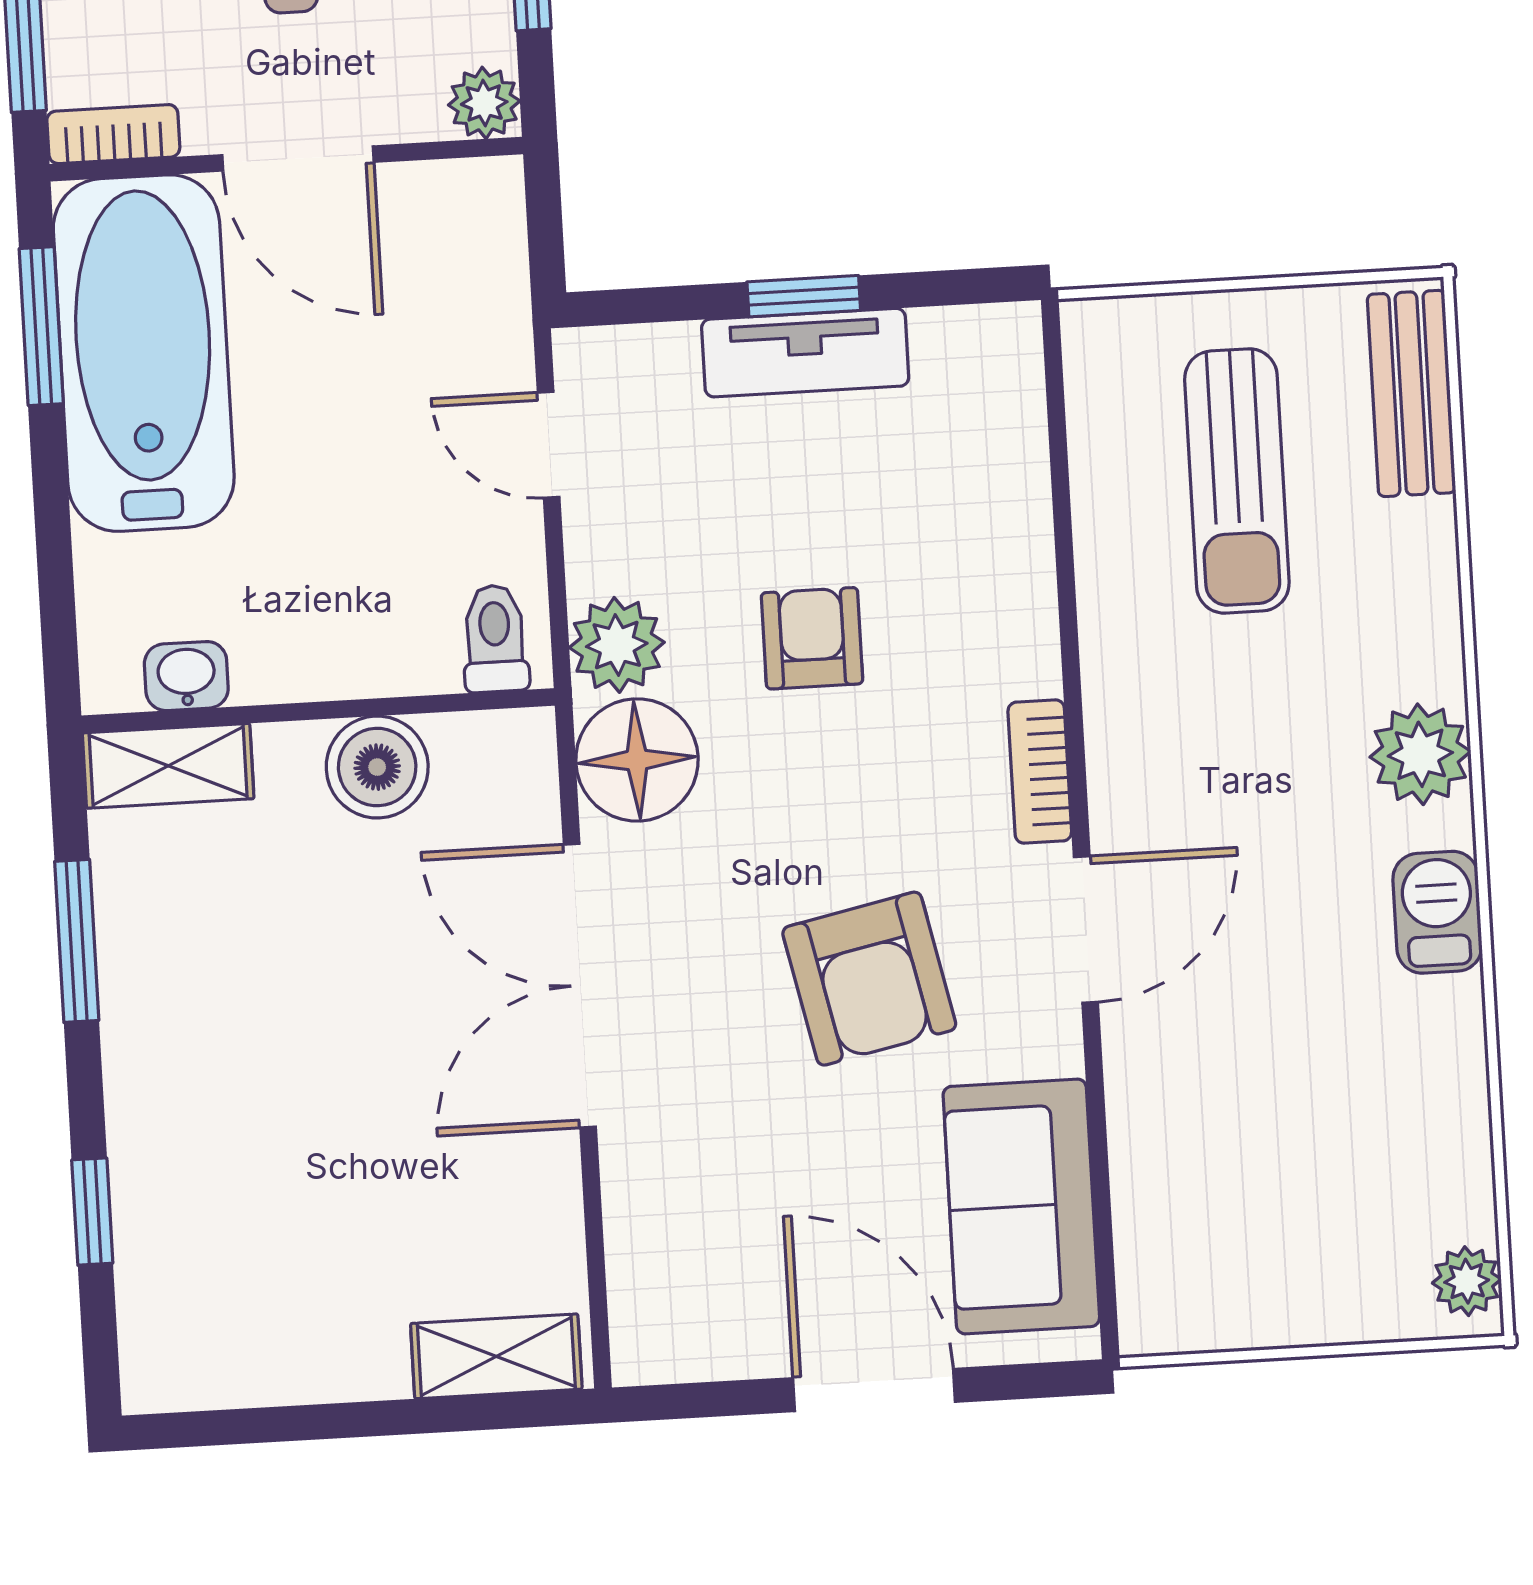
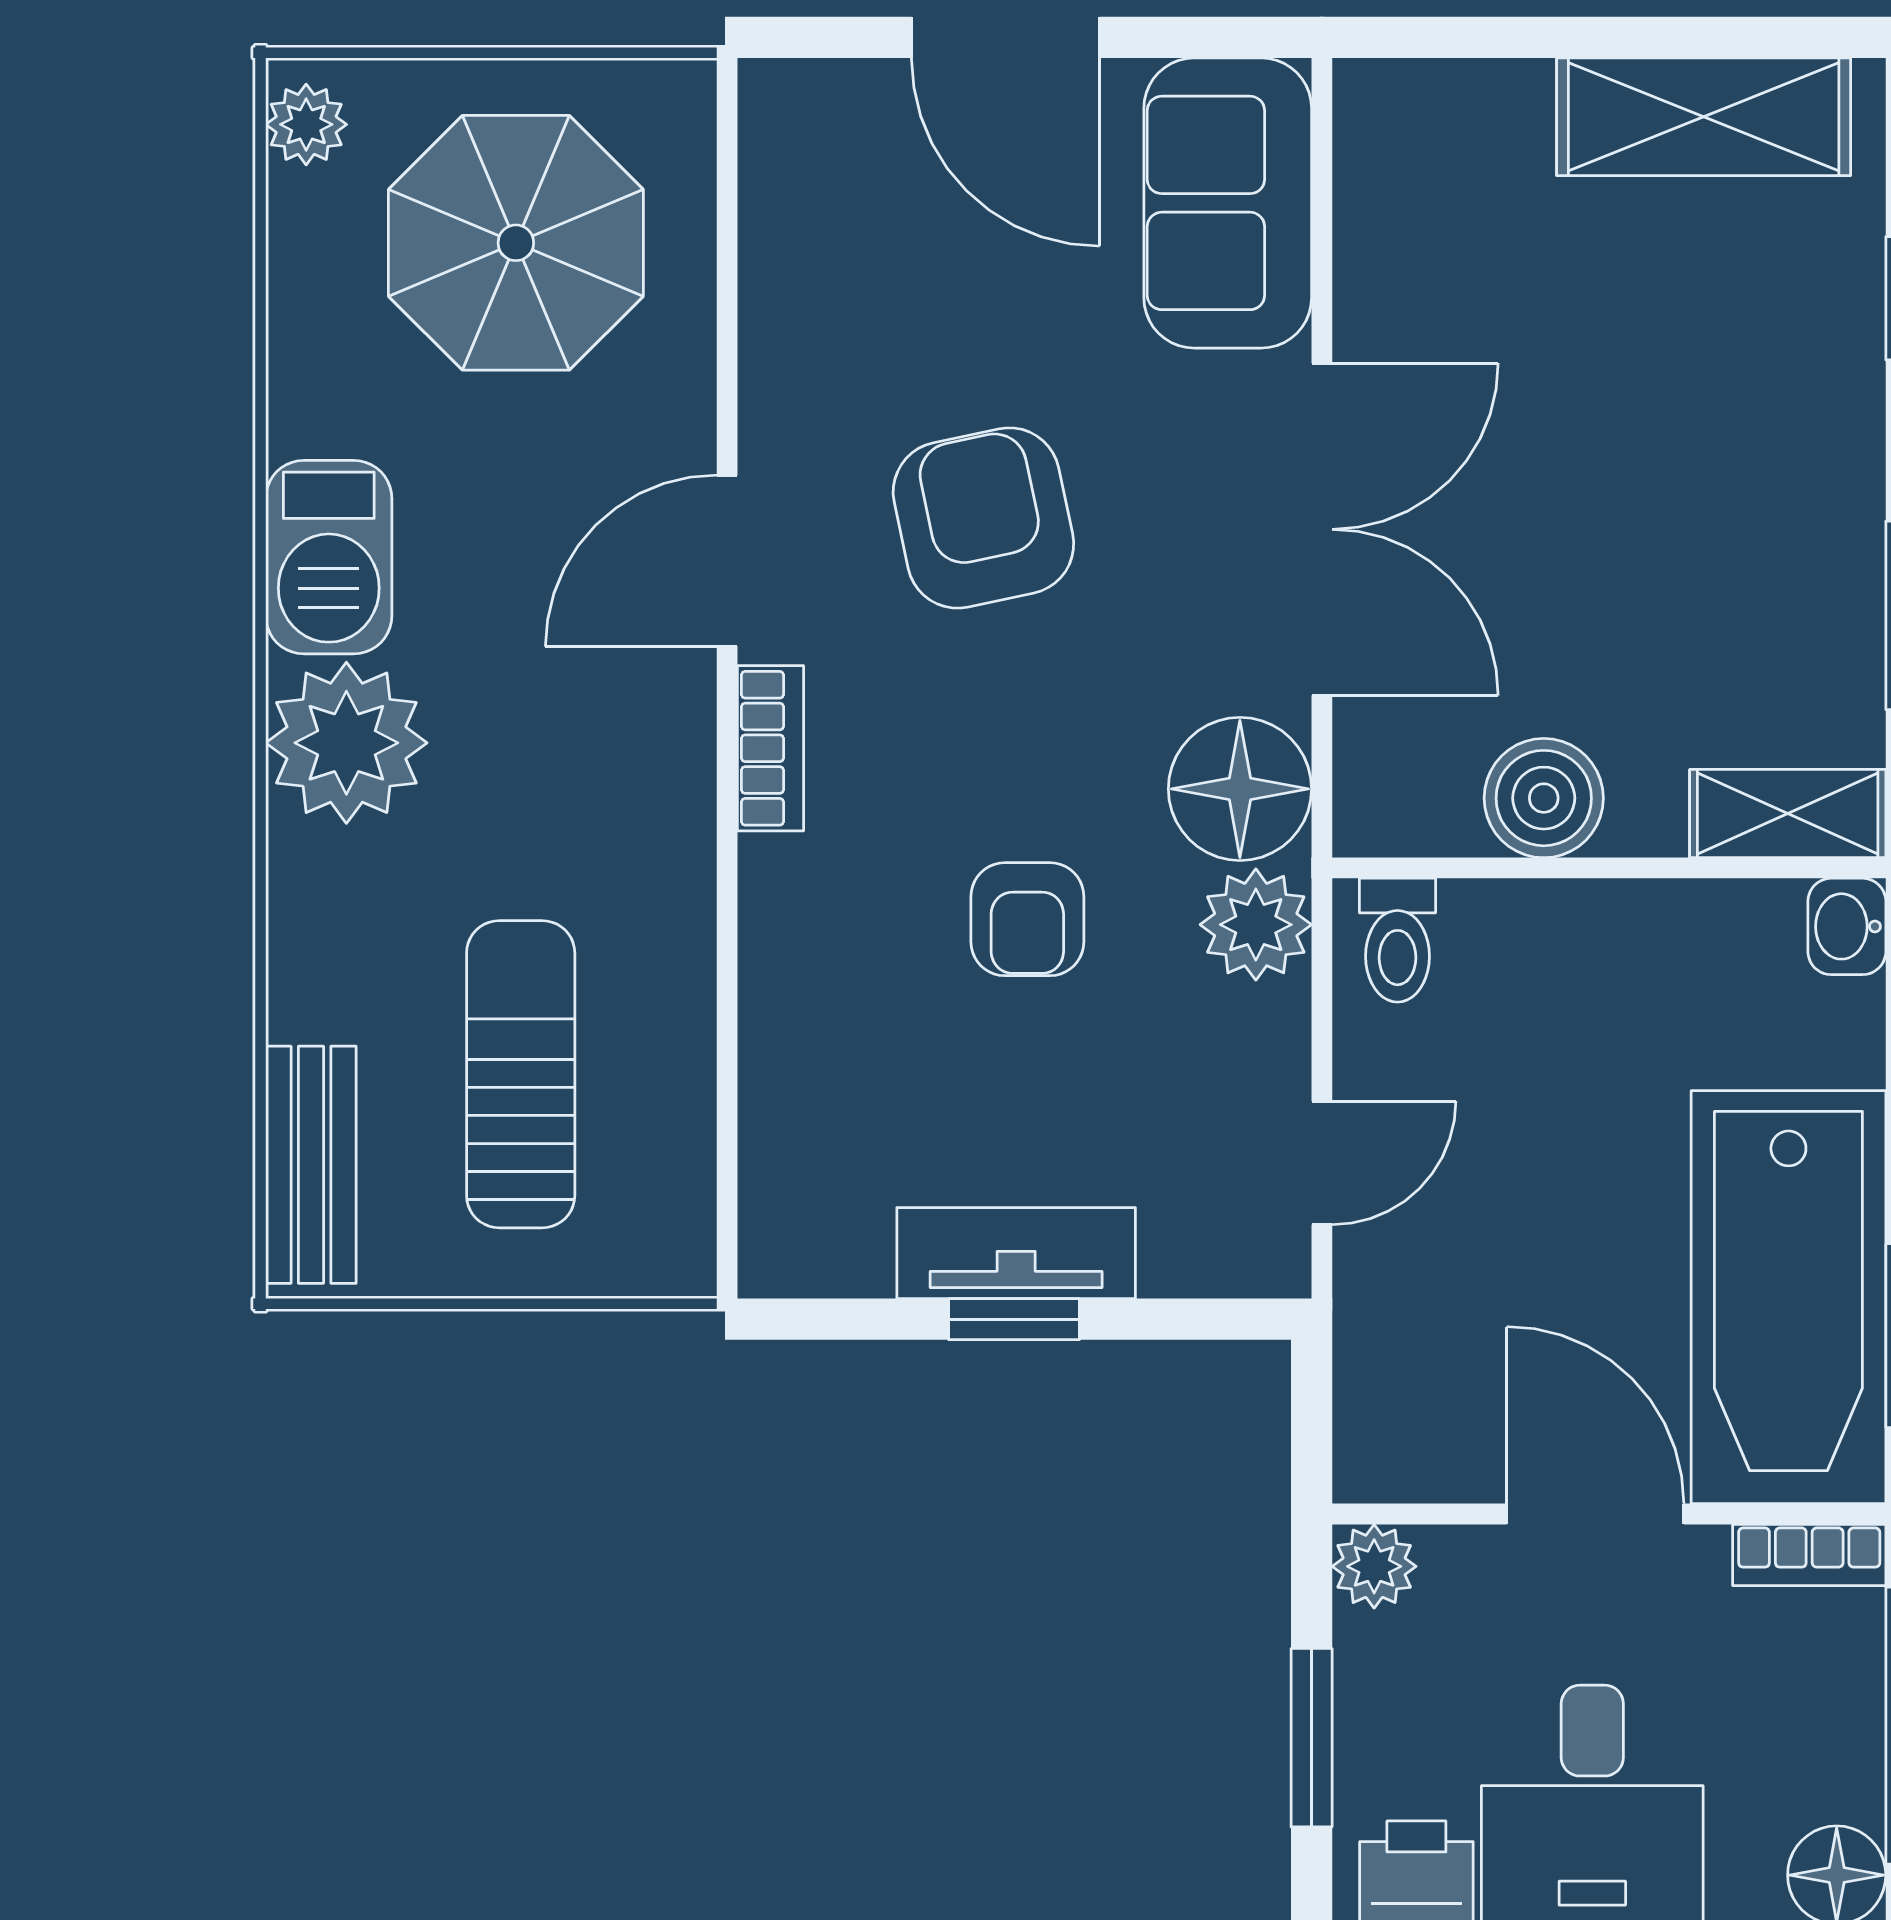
door: (549, 445) -> (1322, 1163), hinge flipped
washbasin: (186, 676) -> (1847, 926), moved, turned 90
plant: (1420, 754) -> (346, 743), width x1.36, depth x1.36
barbecue: (1437, 912) -> (329, 557), width x1.38, depth x1.27
parasol: (1282, 1190) -> (516, 243), added
sofa: (1021, 1206) -> (1228, 203), moved, turned 180
shelving: (496, 1356) -> (1704, 117), moved, width x1.50, depth x1.33

